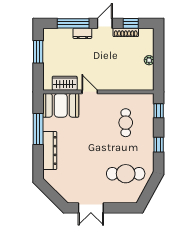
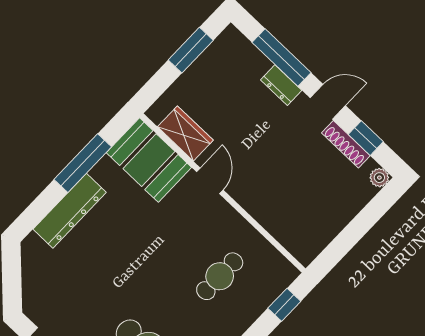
plant: (149, 60) -> (379, 178), moved

